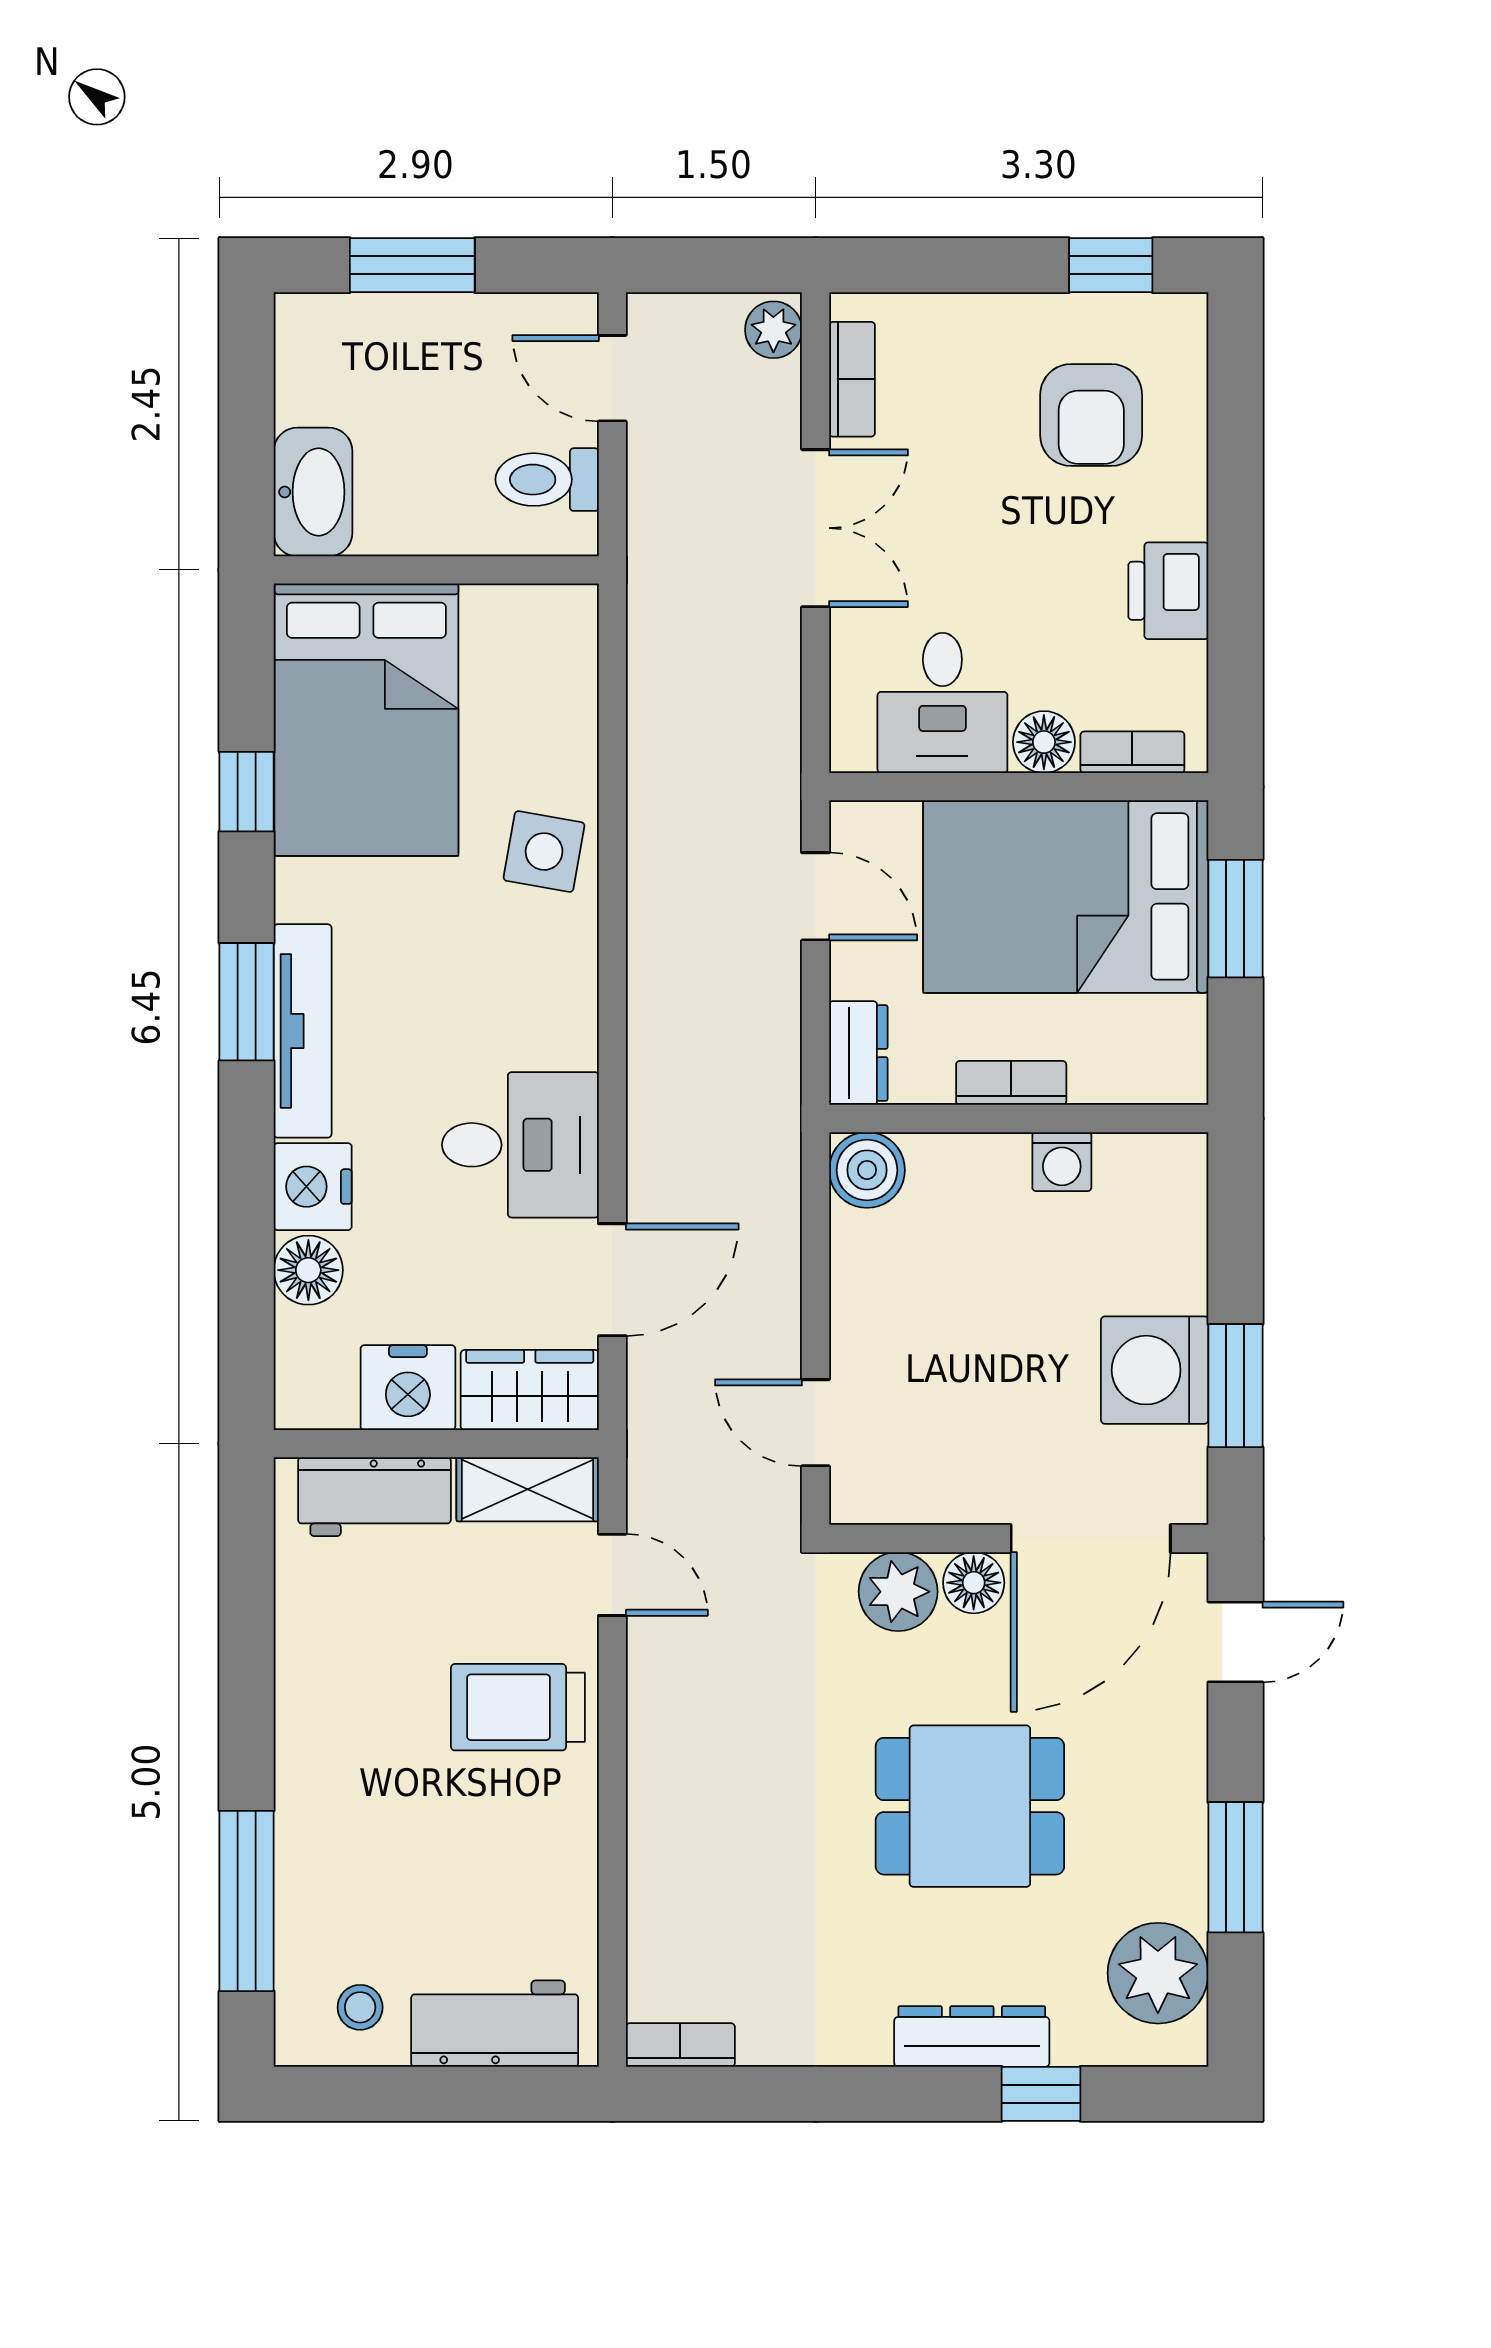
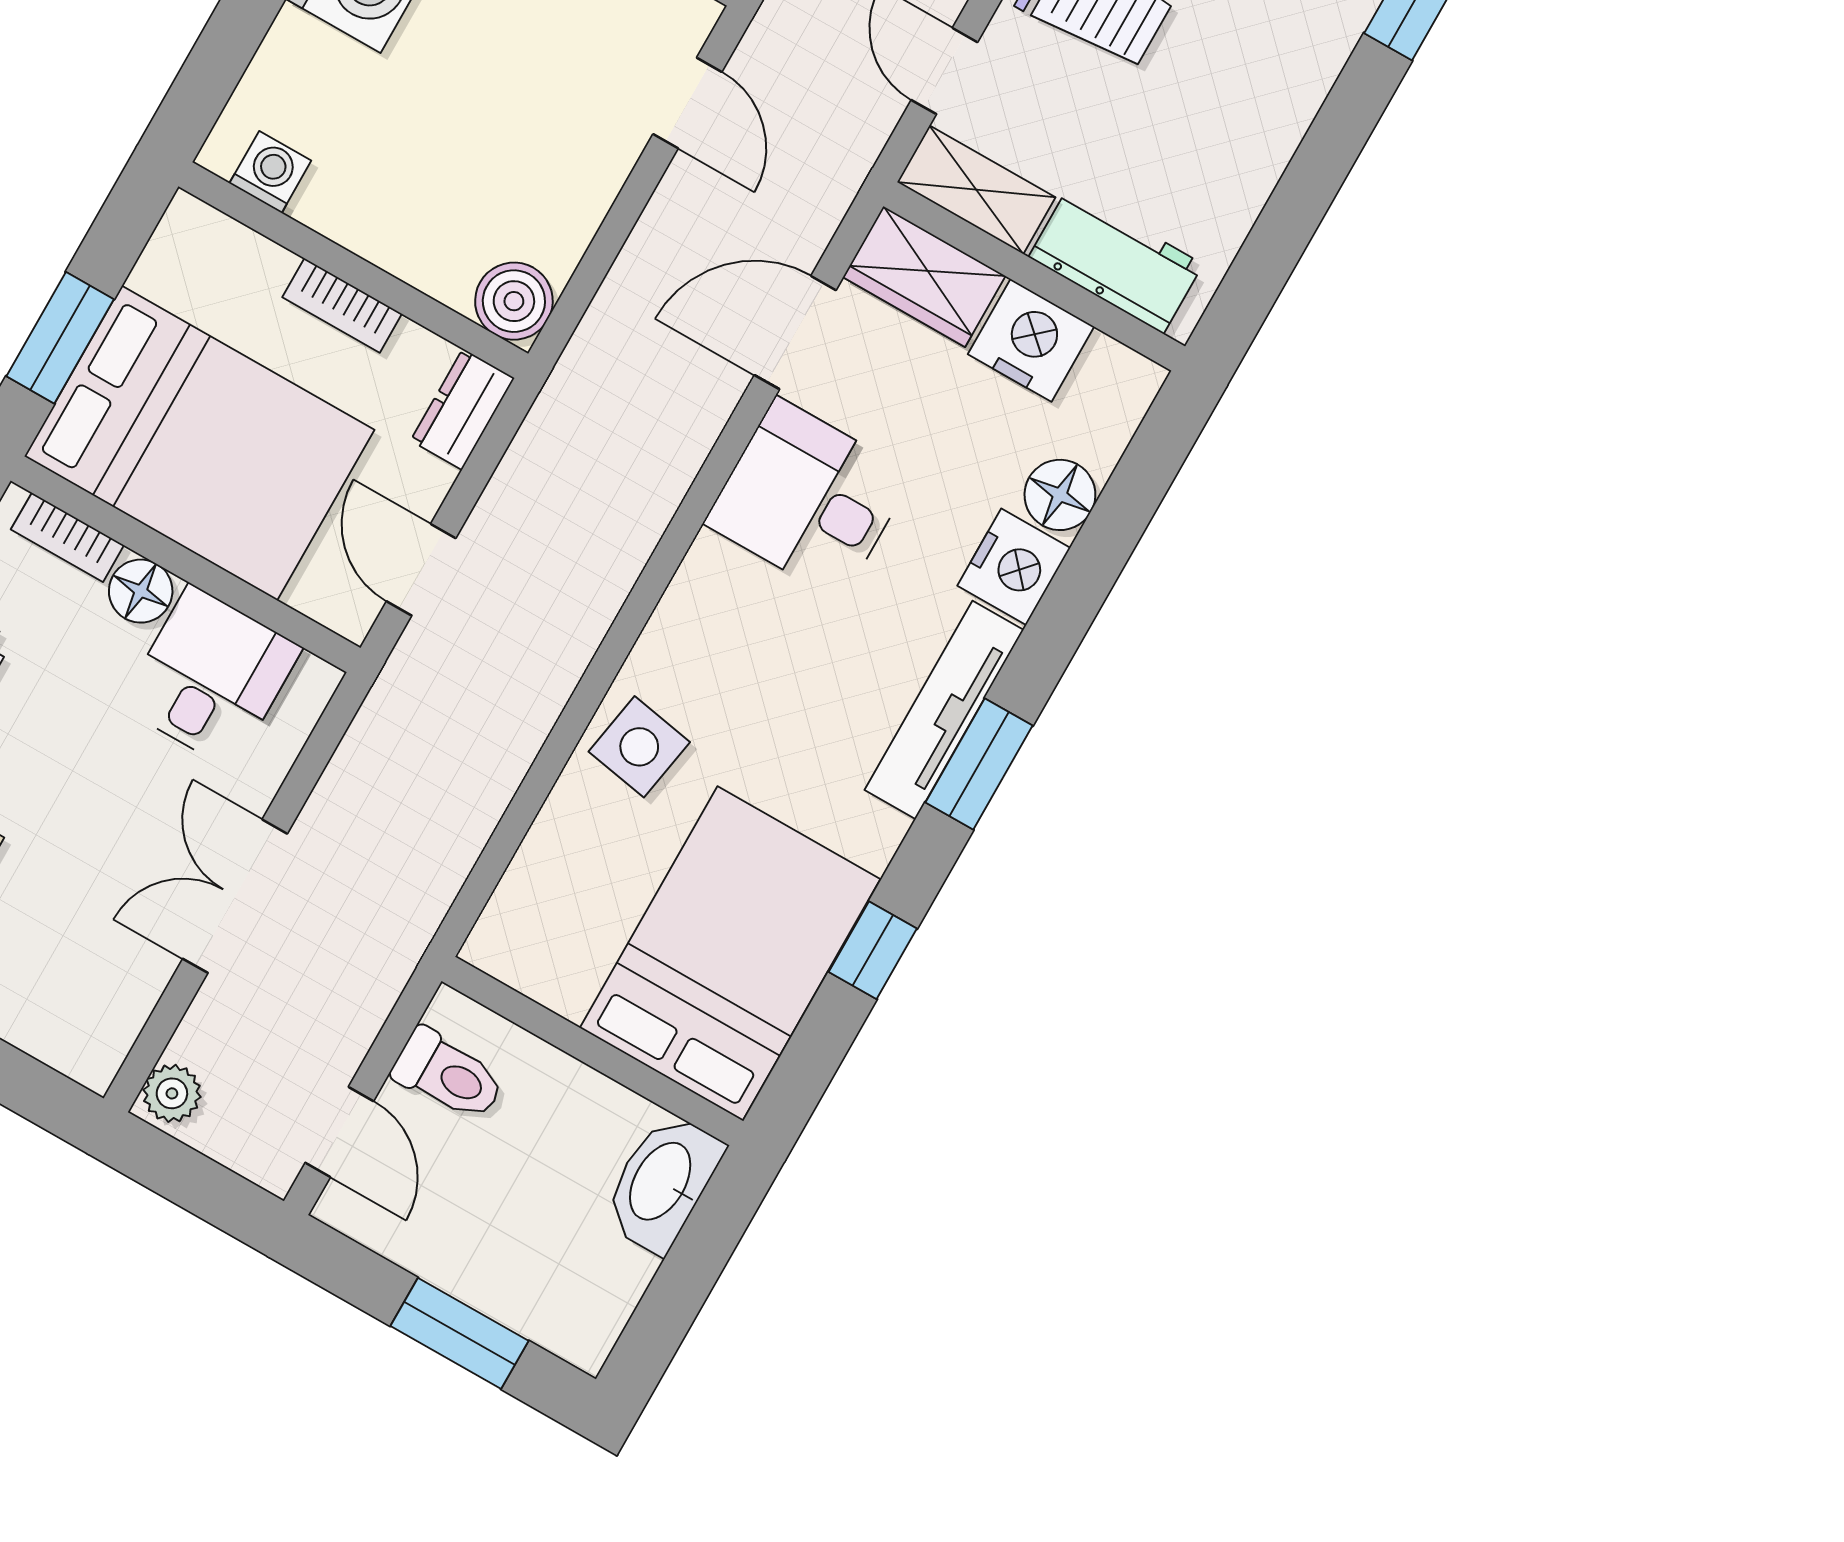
bookcase: (852, 379) -> (127, 1010), removed
washing machine: (1062, 1162) -> (270, 172), moved

